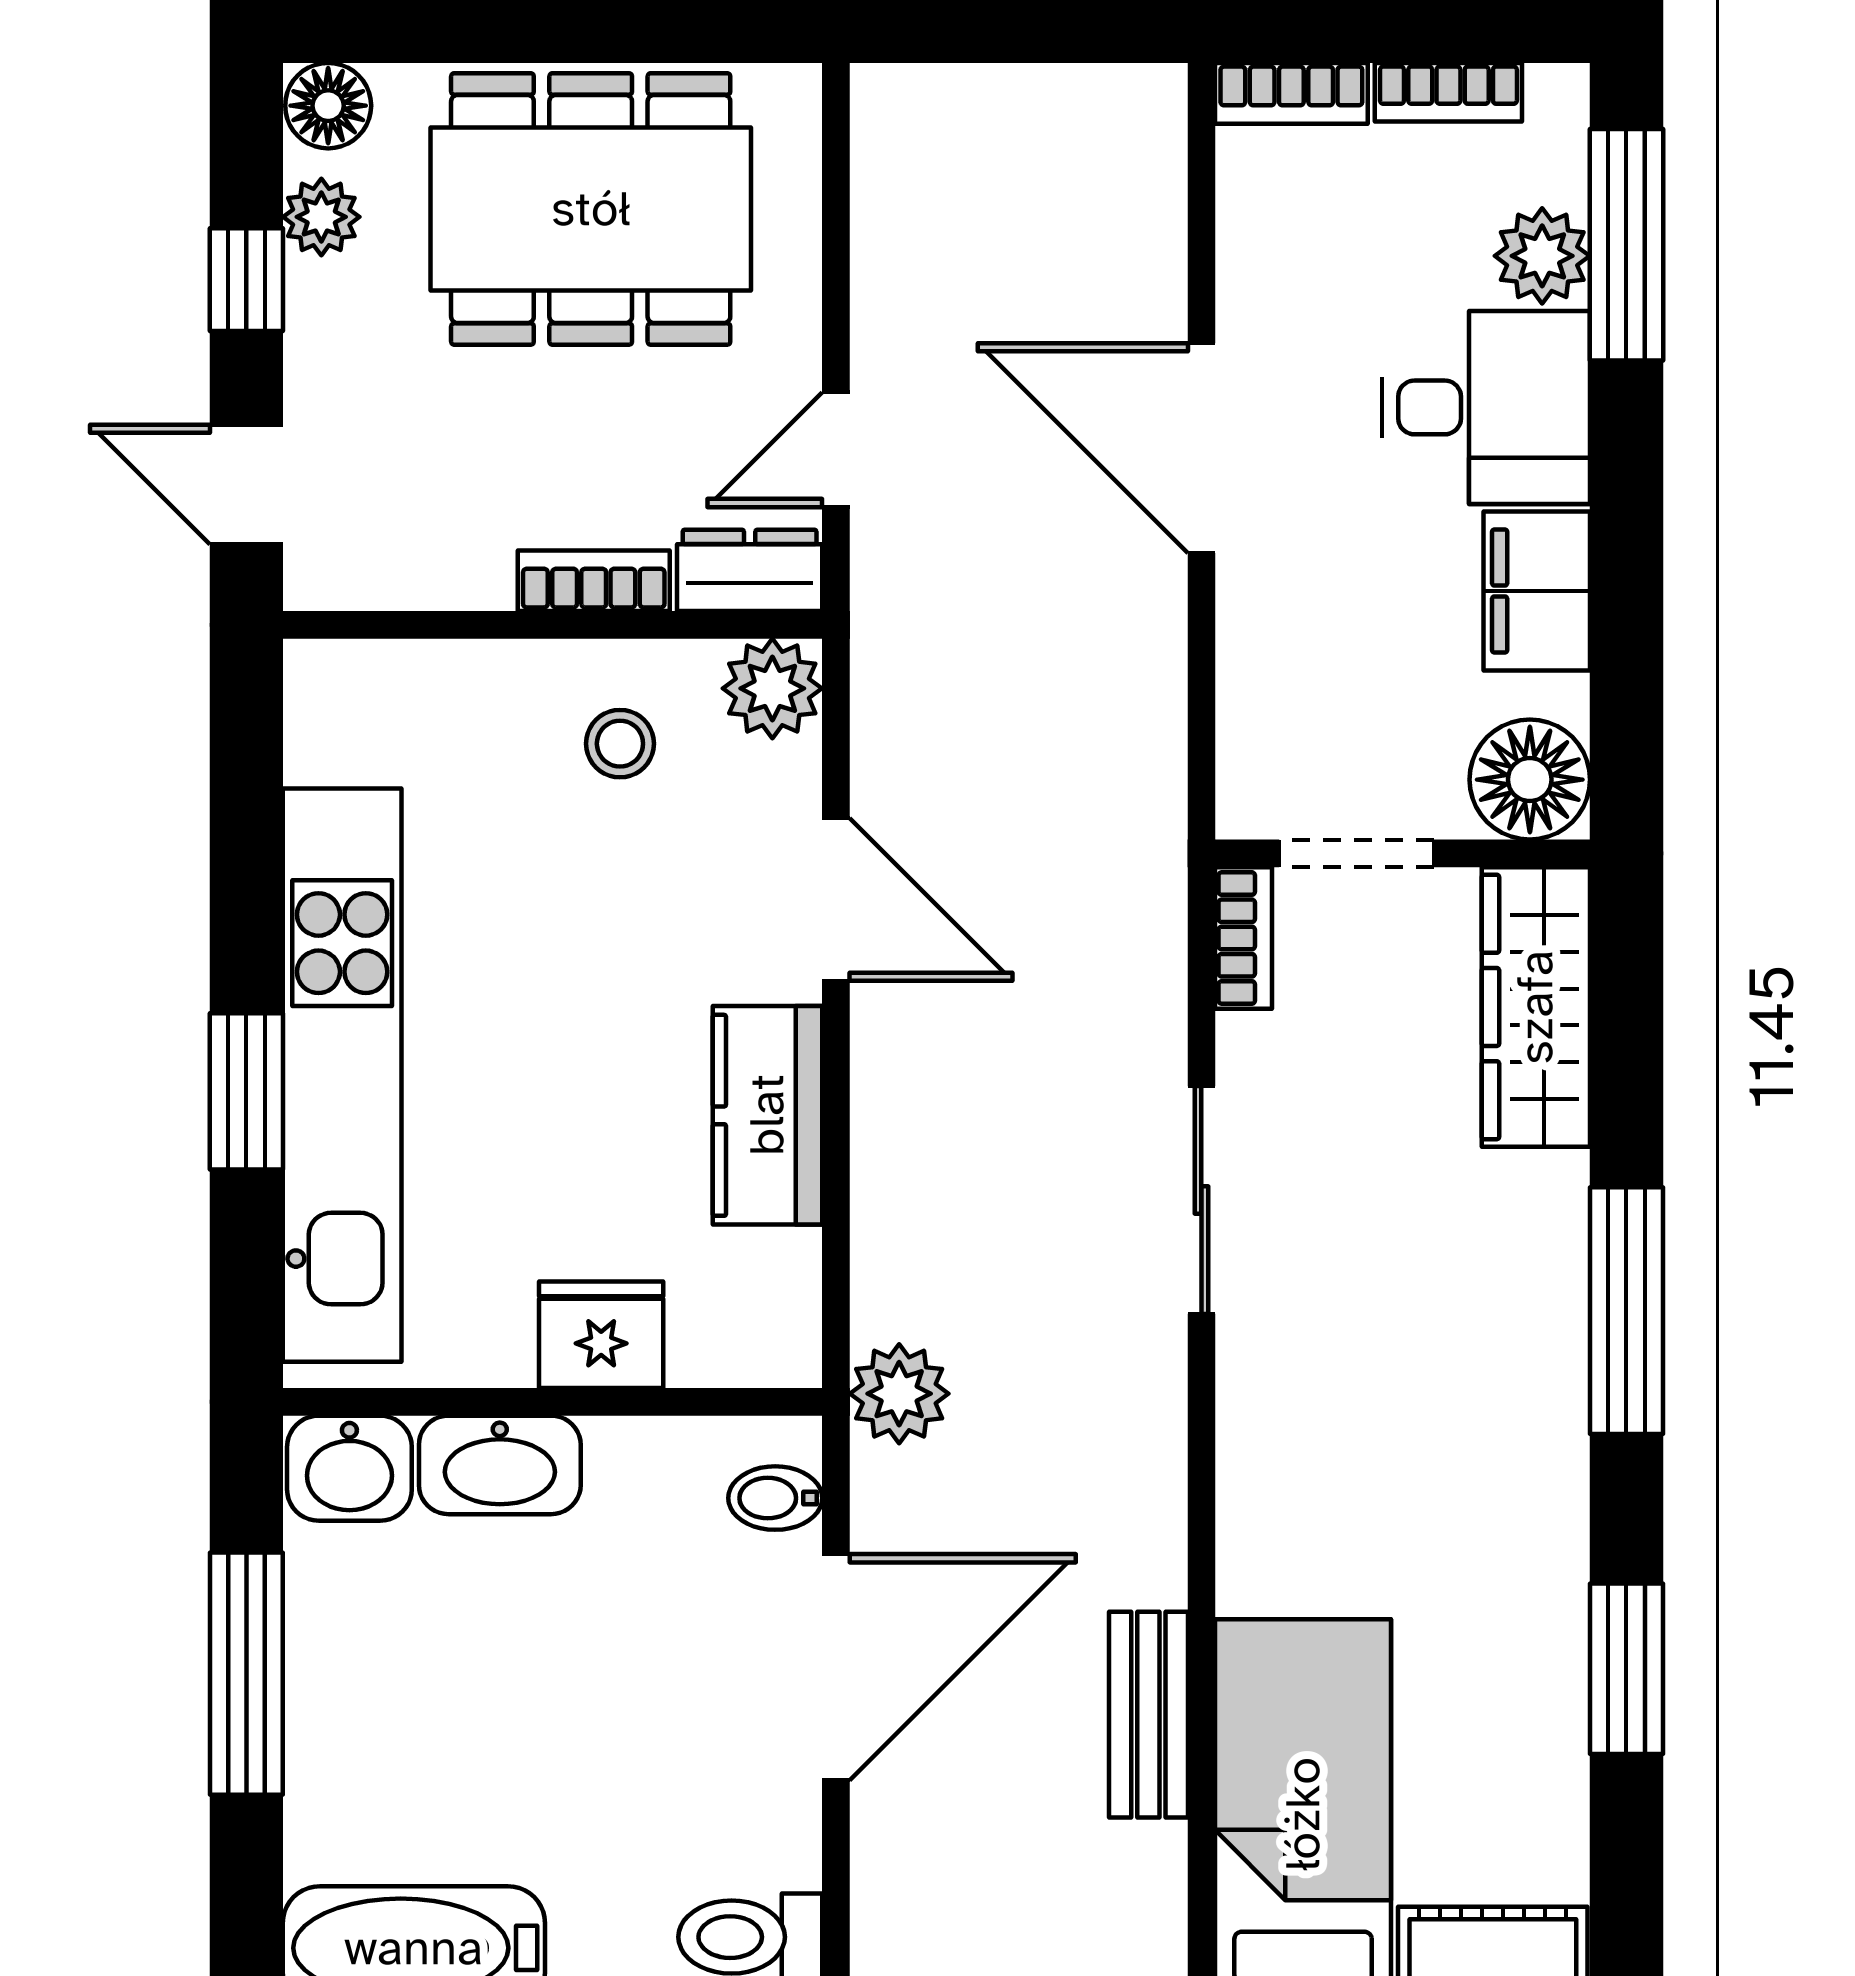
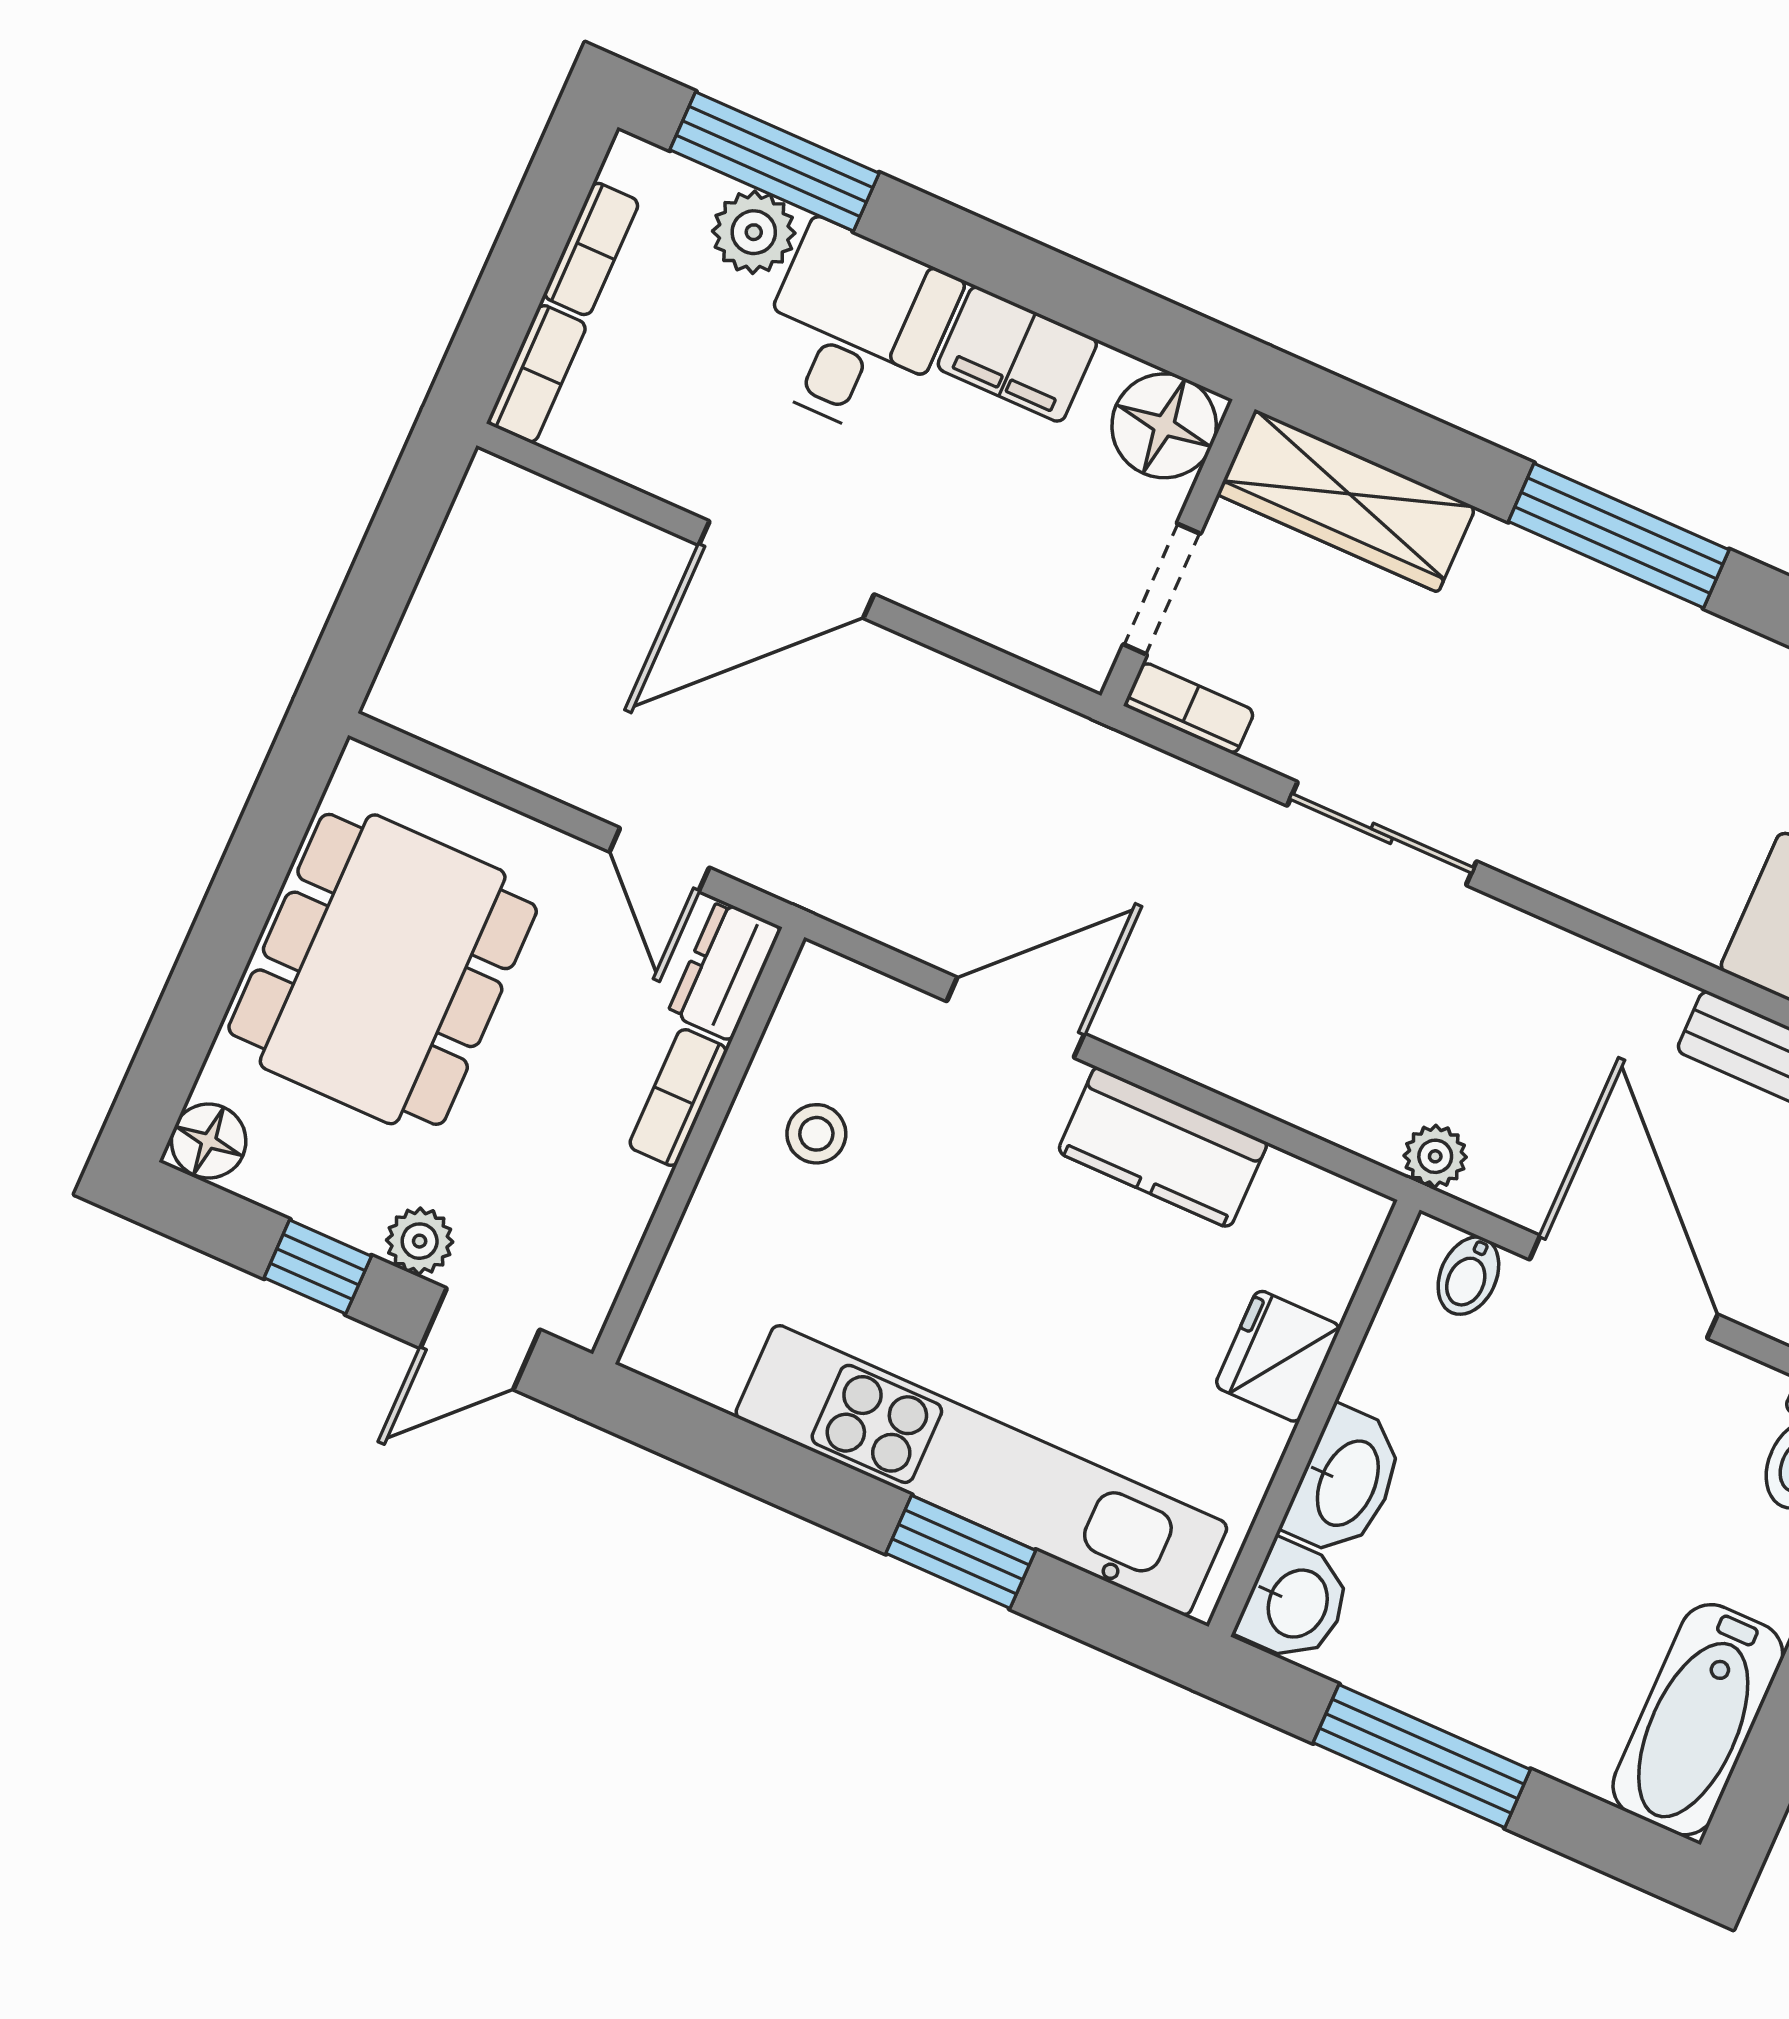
plant: (321, 217) -> (420, 1241), moved
plant: (772, 688) -> (826, 994), removed
plant: (899, 1394) -> (1435, 1156), width x0.73, depth x0.73

